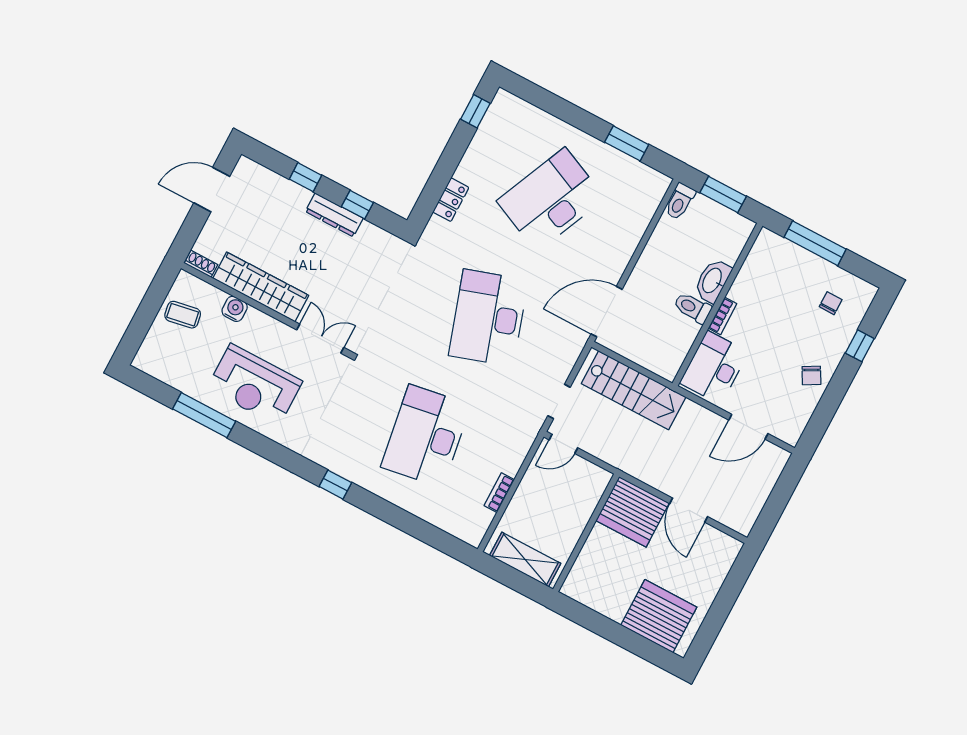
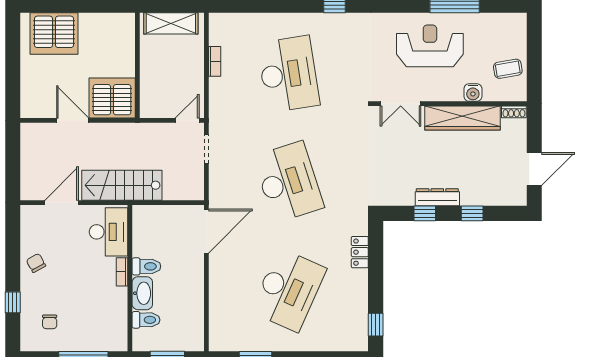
toilet: (680, 201) -> (146, 320), moved, turned 90
stairs: (634, 390) -> (122, 185), moved

